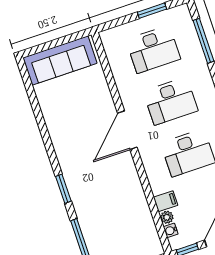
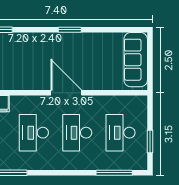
window: (63, 189) -> (70, 30), moved

